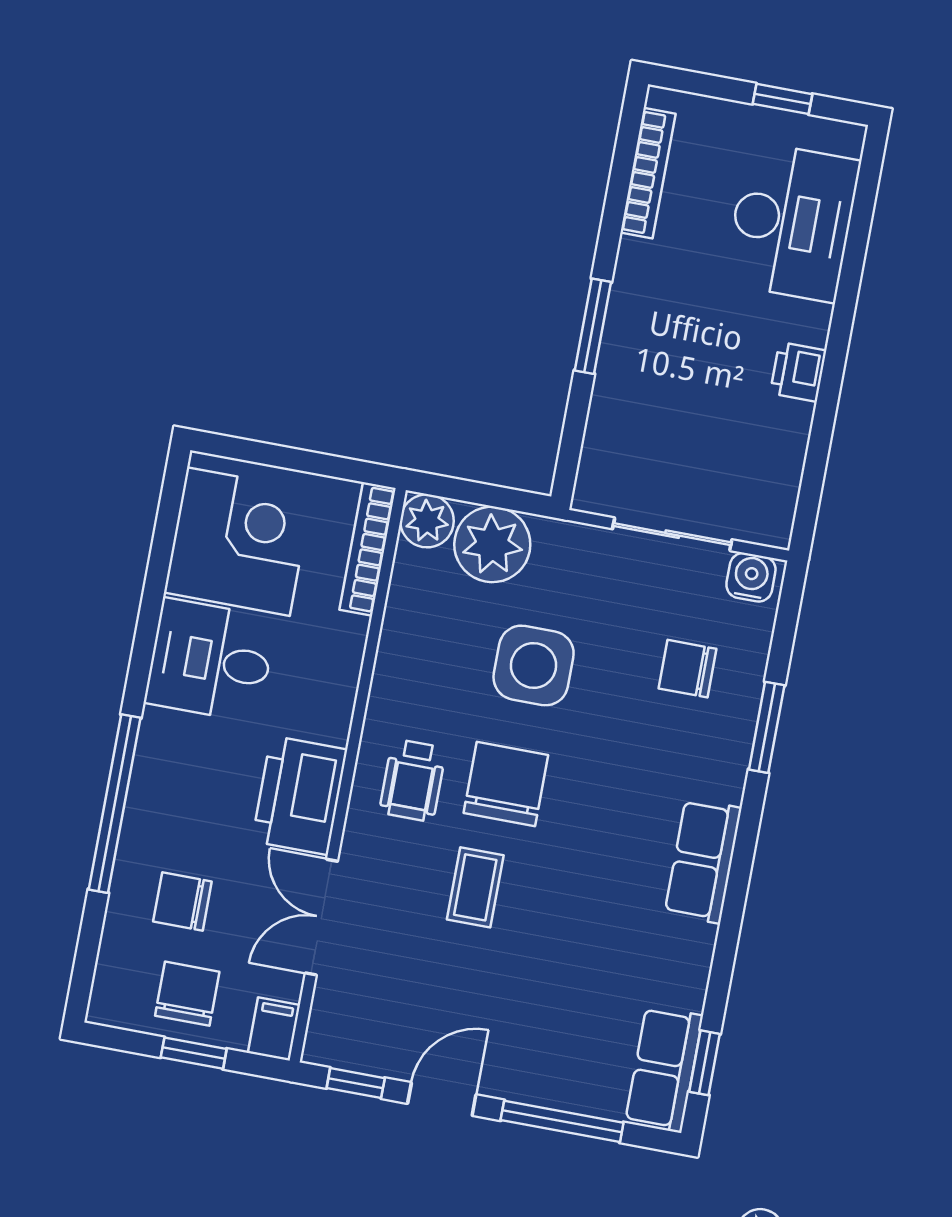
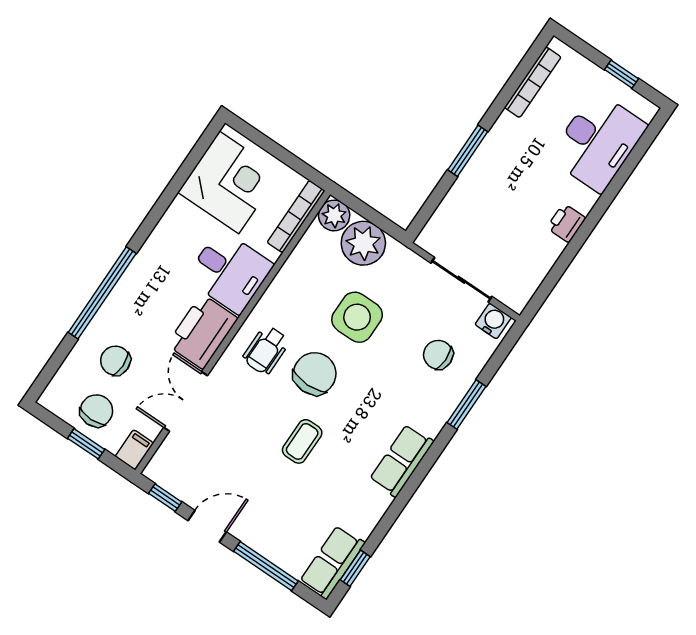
desk: (210, 660) -> (230, 272), moved, turned 180
coffee table: (475, 887) -> (302, 441), moved

